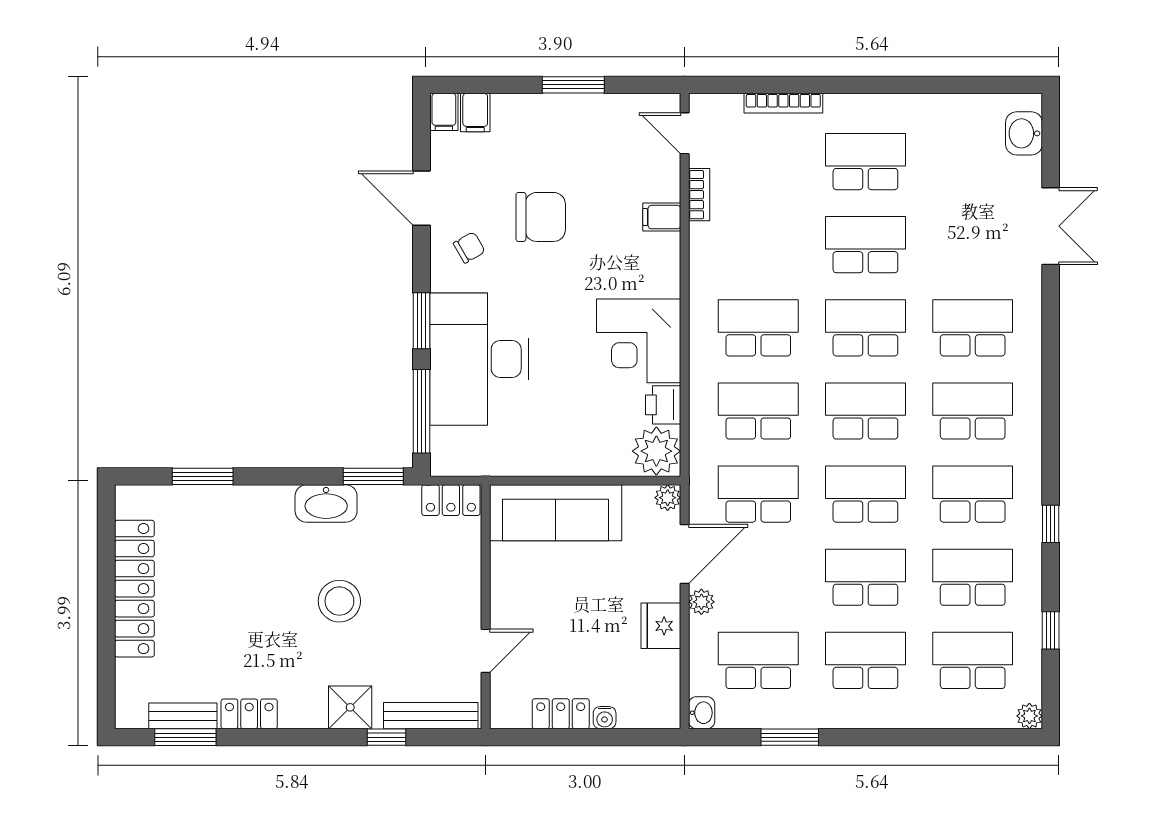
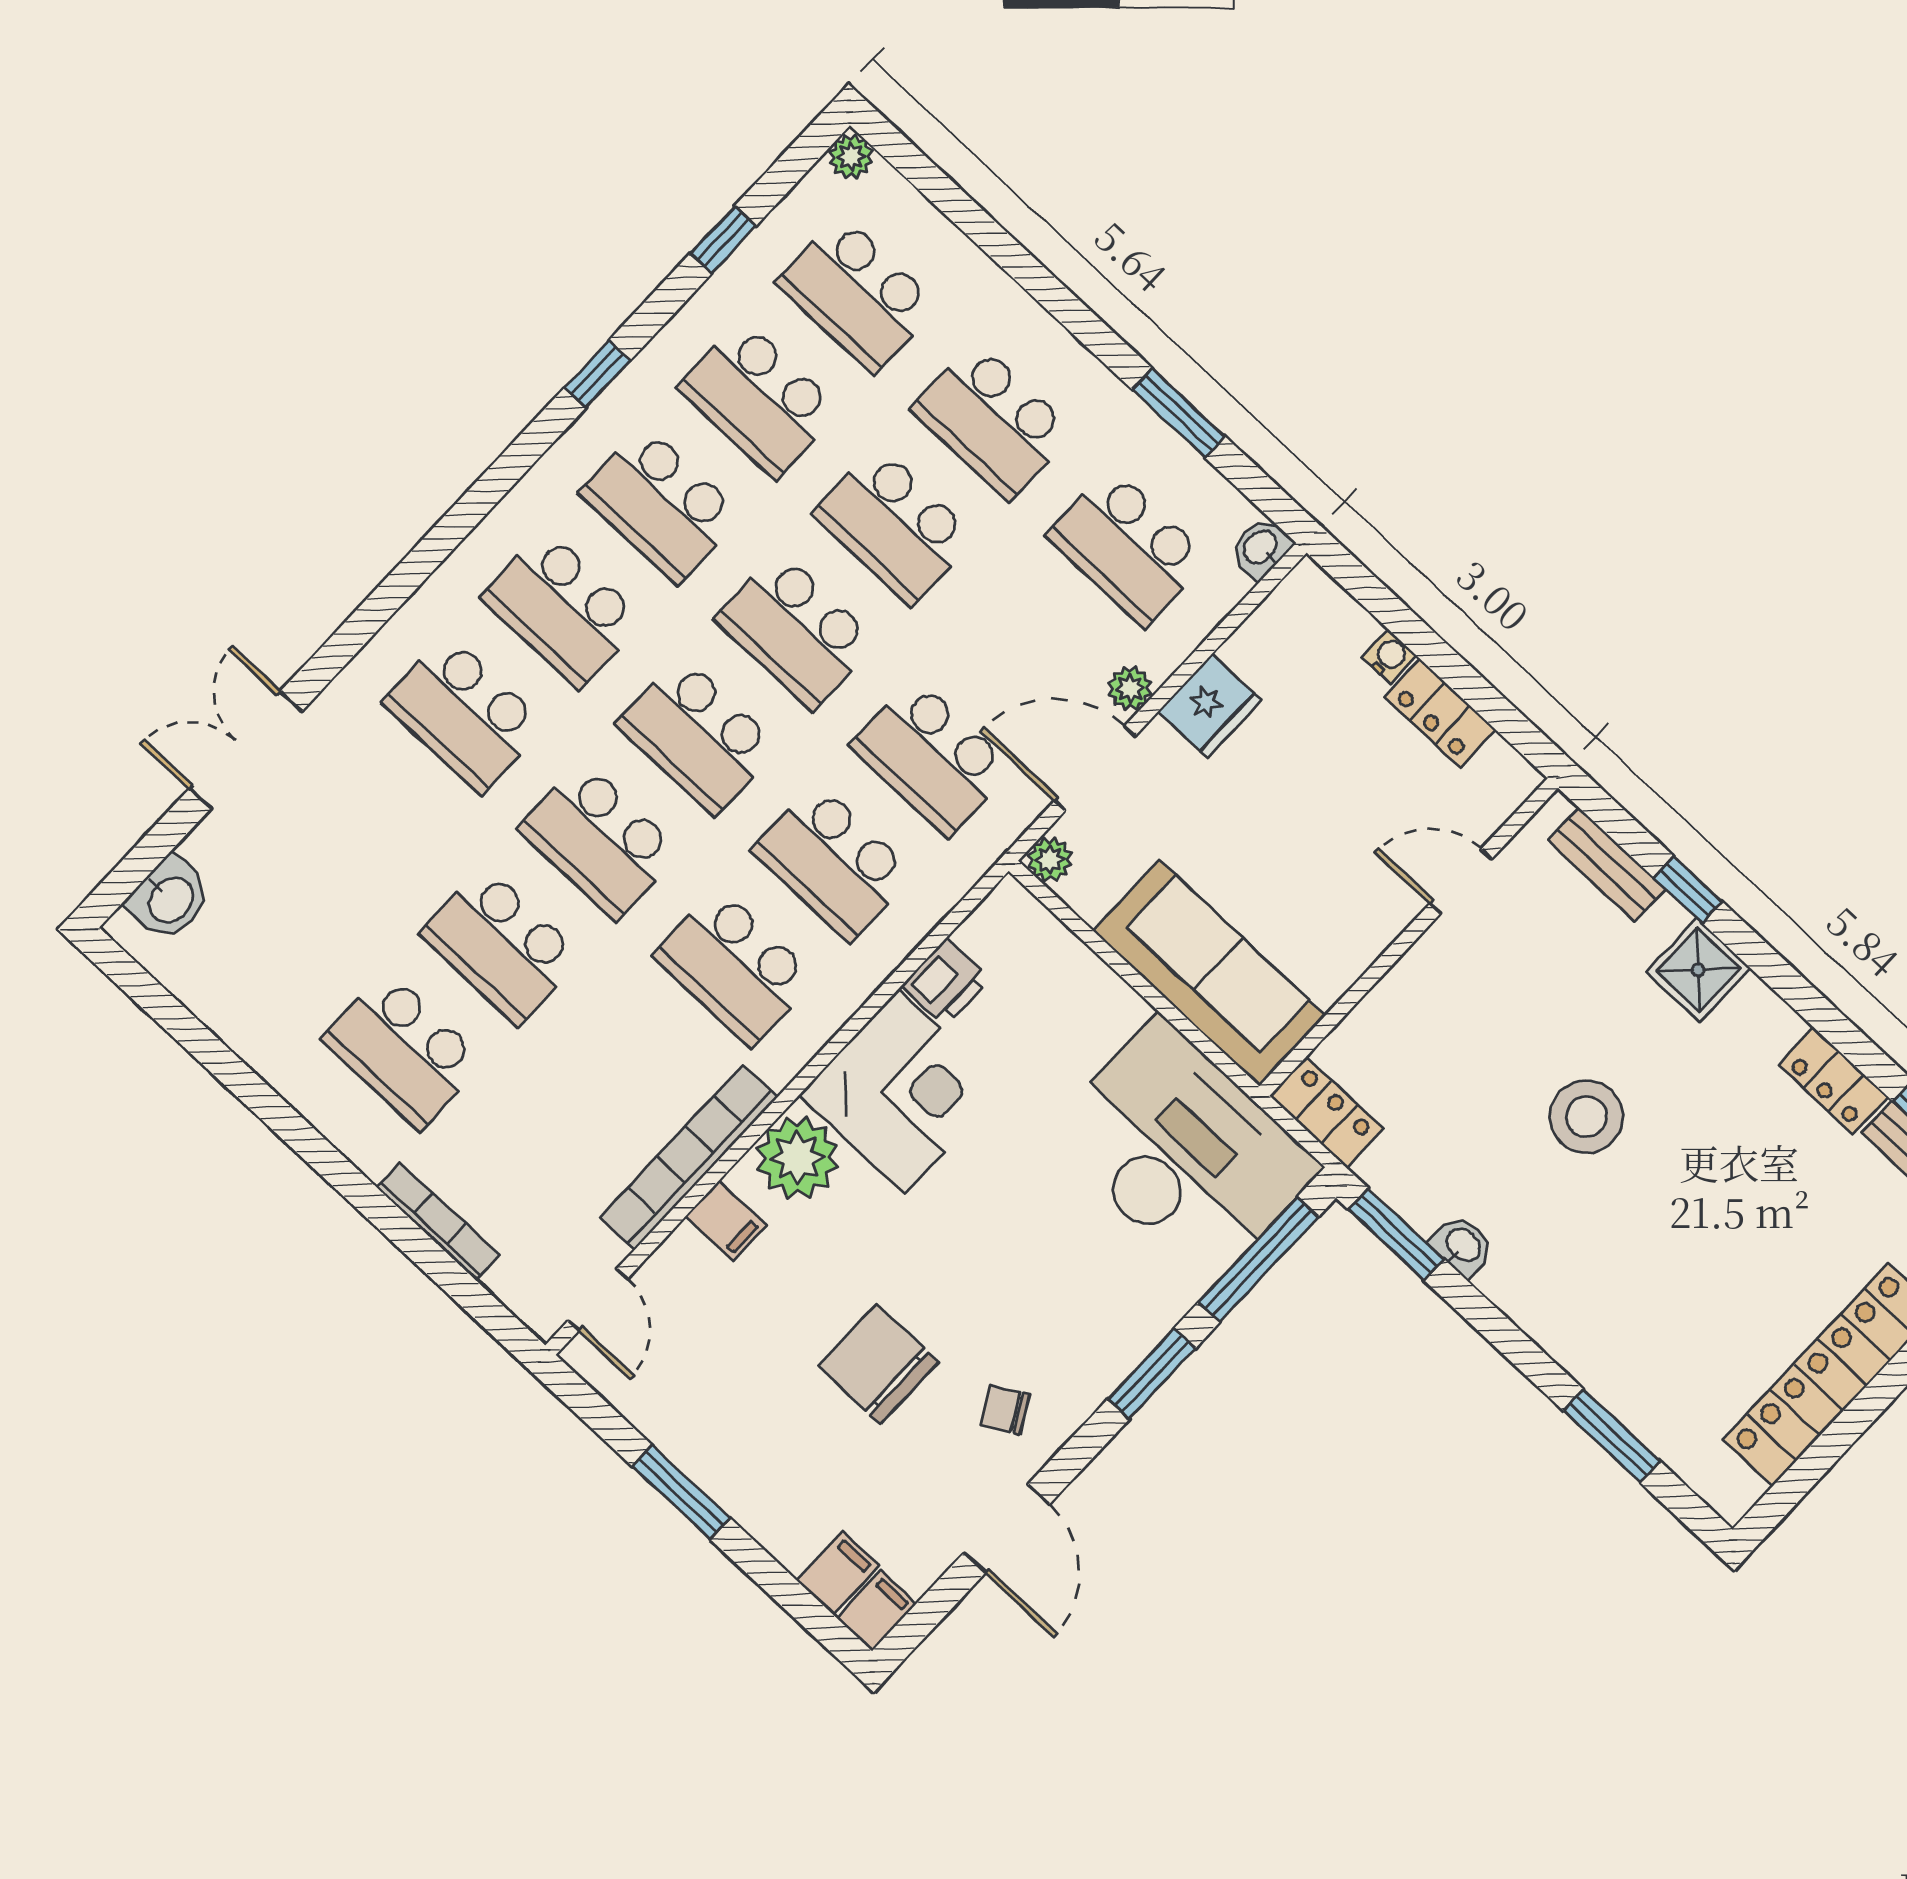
bookcase: (699, 195) -> (689, 1158), width x2.31, depth x1.31
desk: (479, 359) -> (1183, 1151), moved, turned -90
plant: (656, 451) -> (797, 1158), moved
washbasin: (326, 504) -> (1462, 1246), width x0.52, depth x0.69
bench: (431, 716) -> (1606, 864), width x0.73

